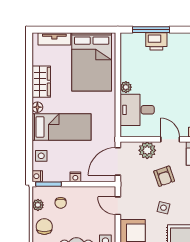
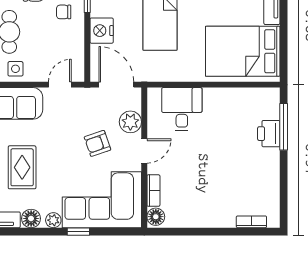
plant: (126, 87) -> (211, 95), removed
nightstand: (75, 177) -> (102, 31), width x1.89, depth x1.79
side table: (163, 208) -> (57, 143), removed

